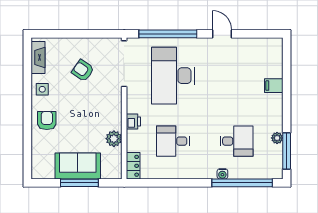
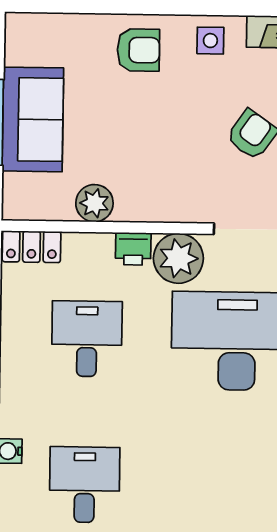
plant: (137, 102) -> (178, 258), added
desk: (237, 141) -> (84, 485), turned 180

